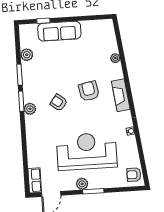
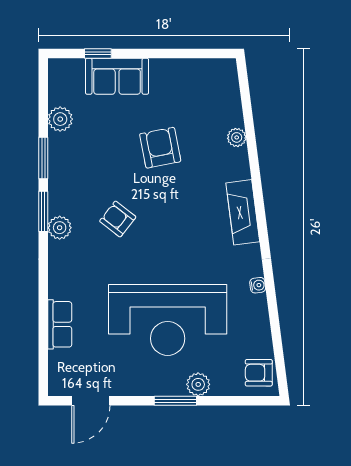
sofa: (59, 31) -> (117, 76), width x0.73
armchair: (89, 91) -> (160, 148), moved
reception desk: (87, 151) -> (168, 320), turned 180
row of seats: (35, 180) -> (60, 324), moved
plant: (82, 184) -> (198, 384), moved

